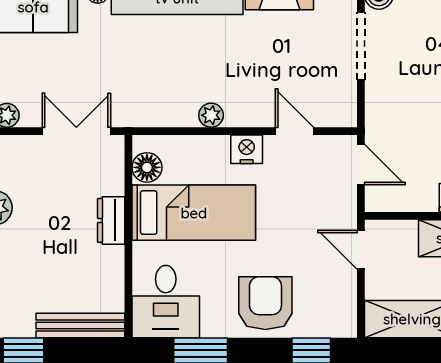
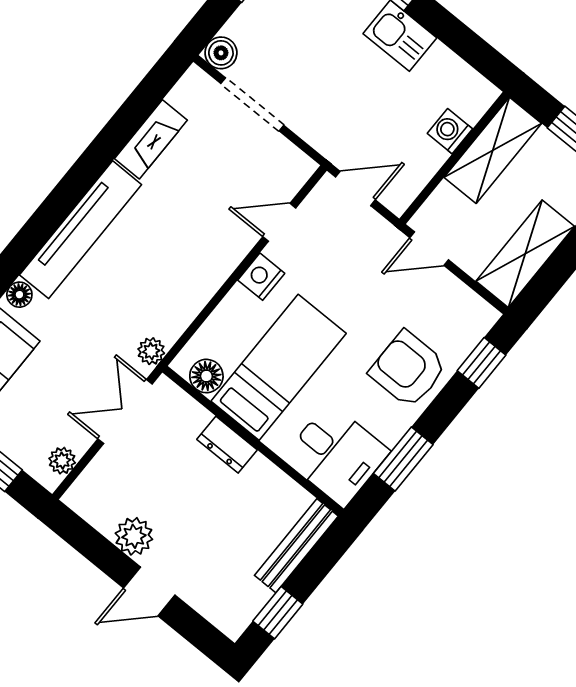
plant: (211, 115) -> (151, 351), moved

